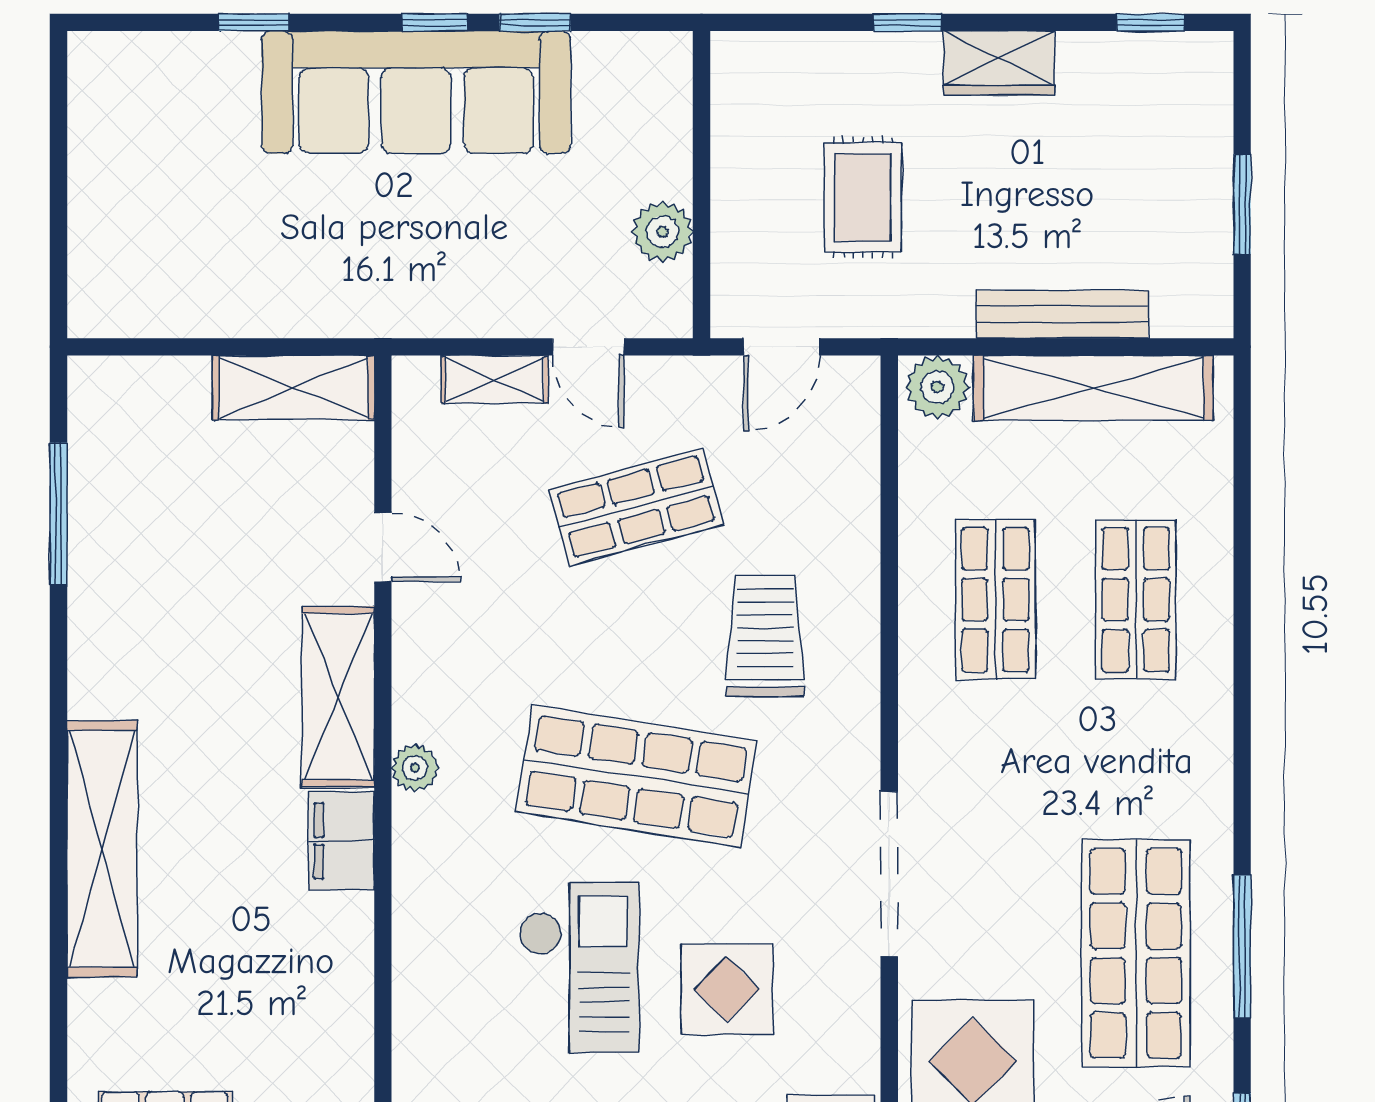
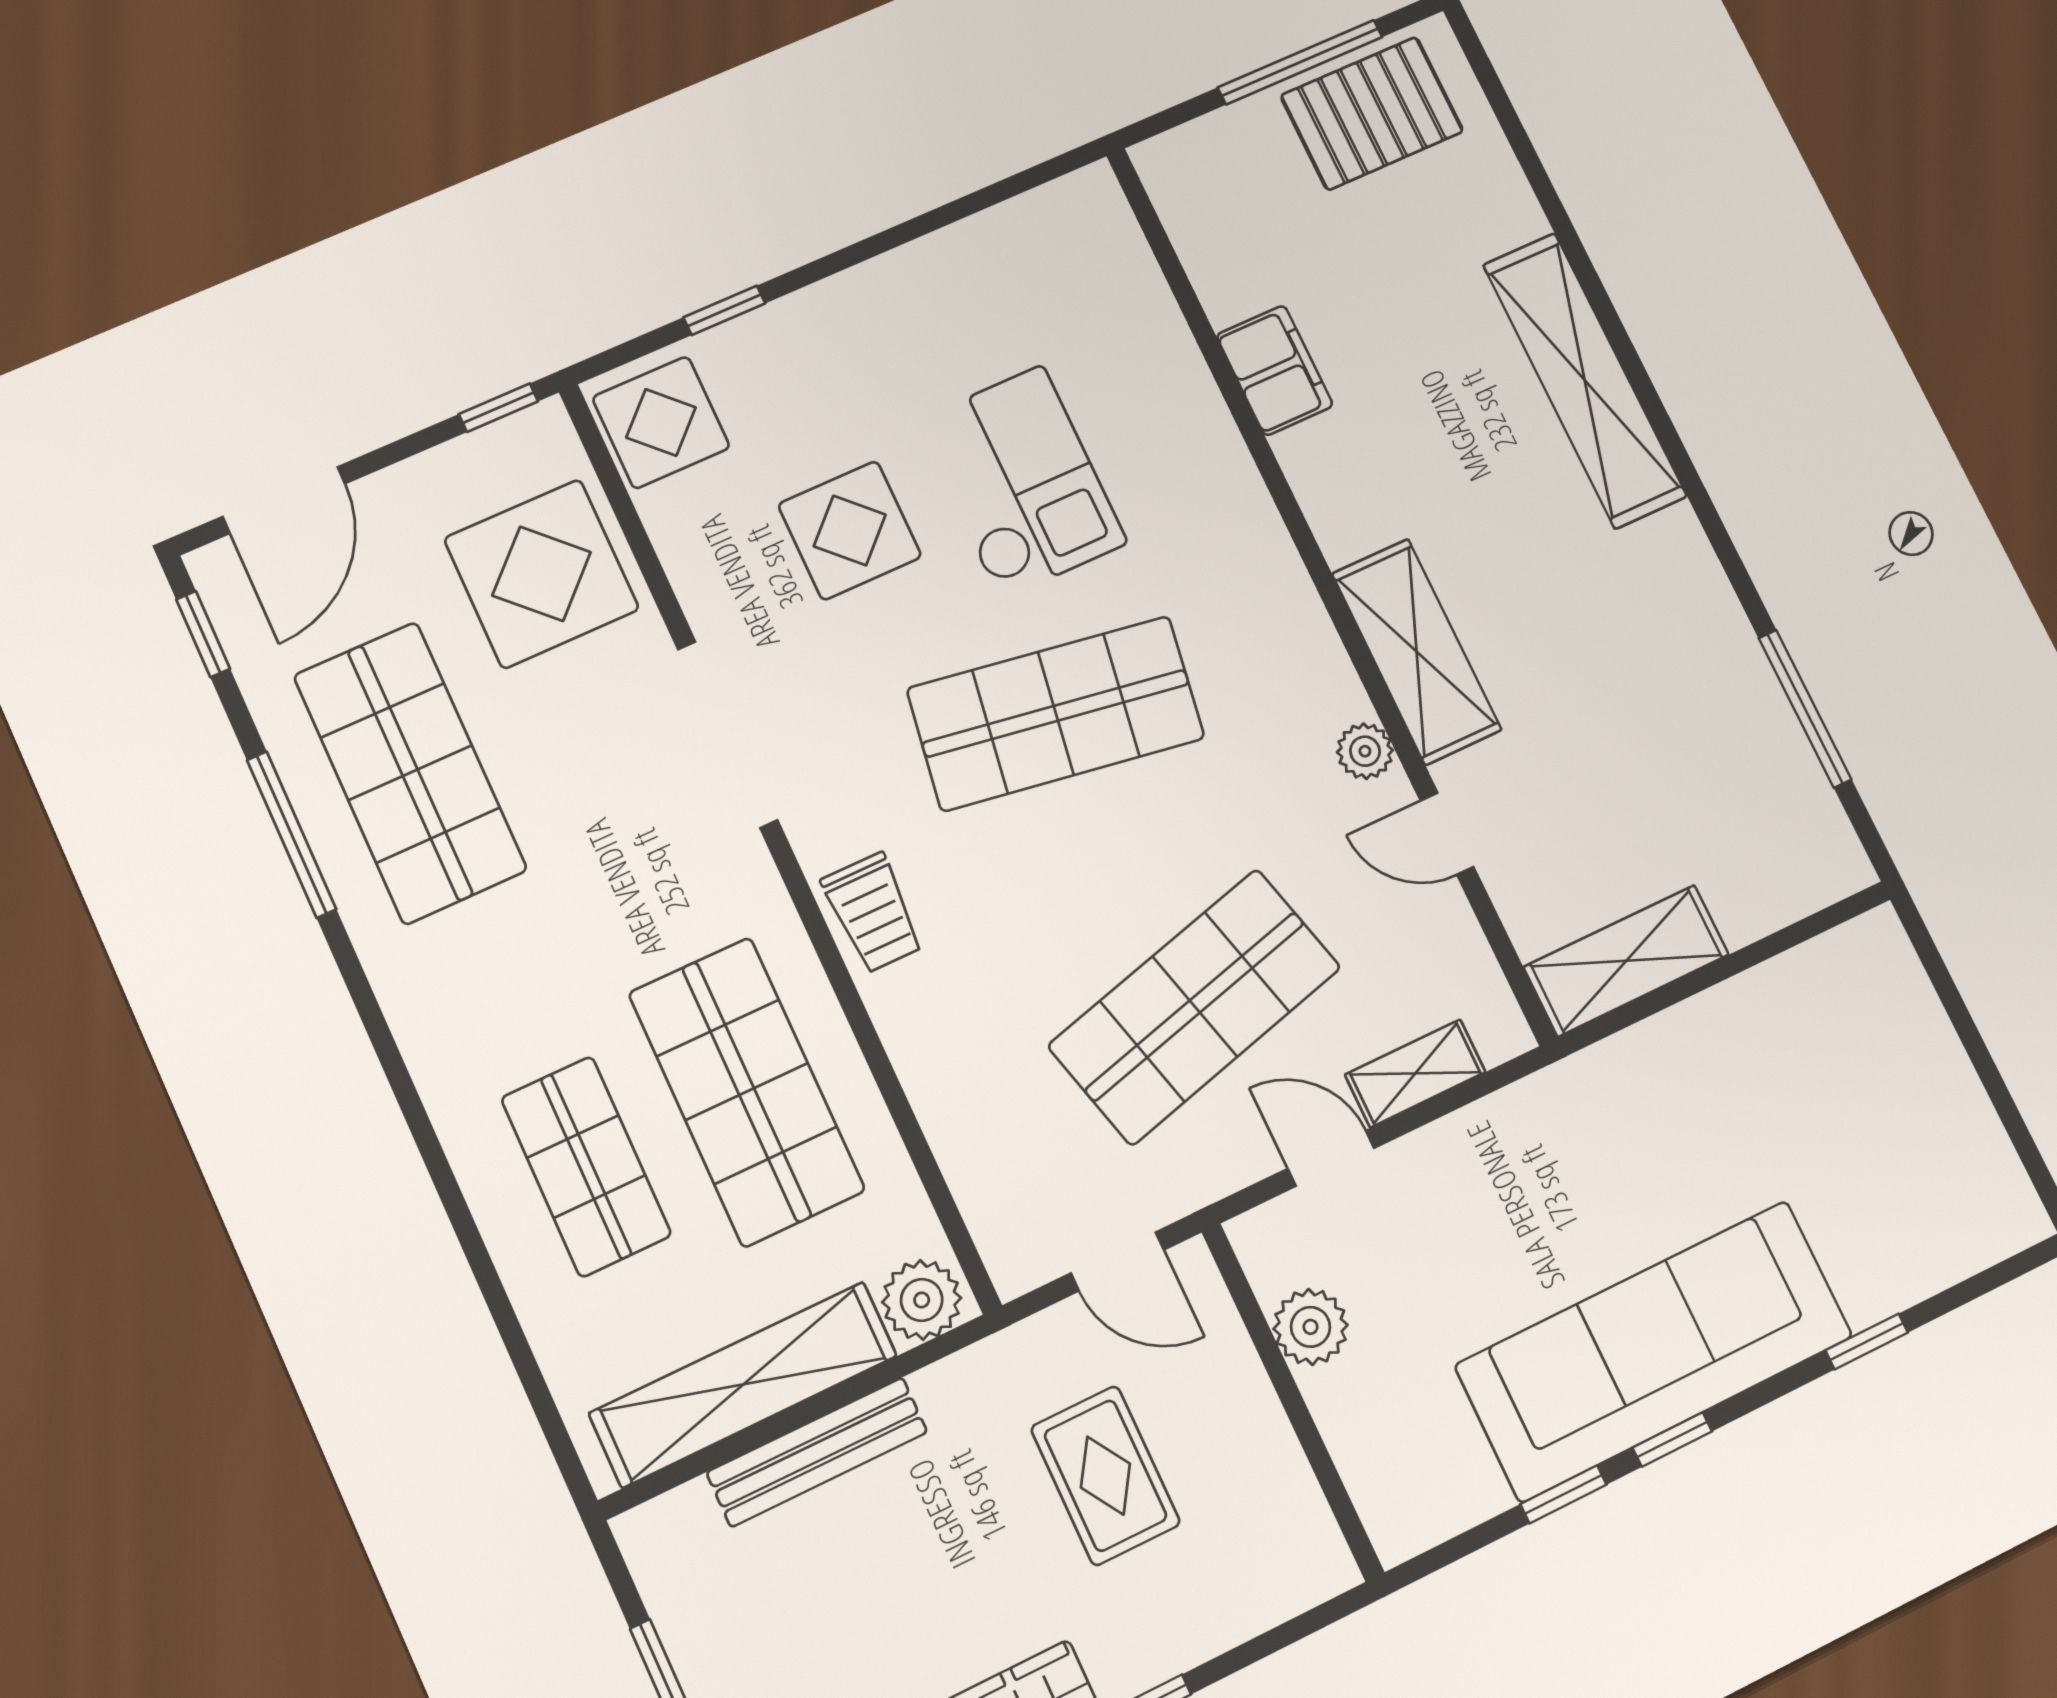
door: (782, 347) -> (1117, 1261), swing flipped
shop shelf: (636, 507) -> (1195, 1007), width x1.43, depth x1.36
shop shelf: (995, 600) -> (747, 1092), width x1.43, depth x1.36
trolley: (765, 636) -> (873, 913), moved, width x0.73, depth x0.72
plant: (415, 768) -> (1365, 751), moved
filing cabinet: (342, 841) -> (1275, 370), moved
checkout: (579, 968) -> (1021, 482), turned 180

